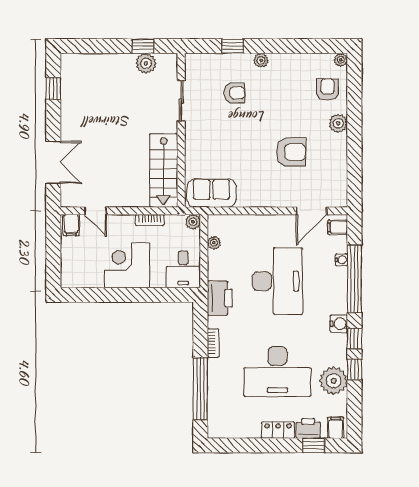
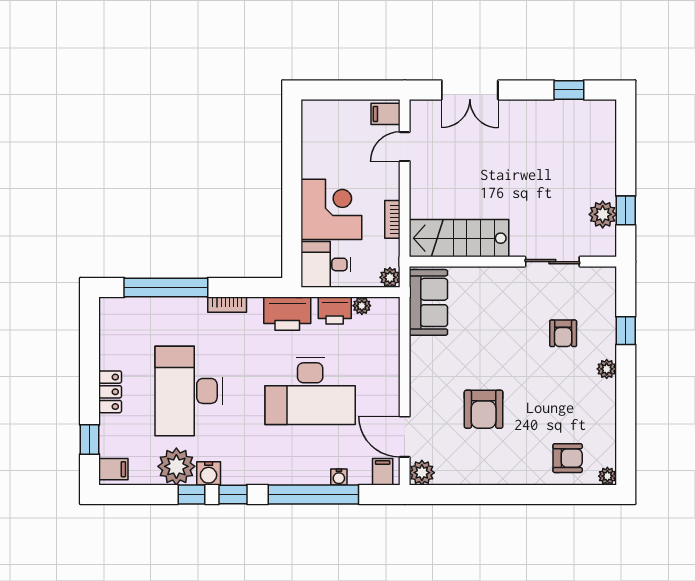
plant: (338, 123) -> (422, 473), moved
corner desk: (127, 265) -> (331, 209), moved
water cooler: (339, 324) -> (209, 473), moved
printer: (308, 428) -> (335, 310), moved, turned 90

